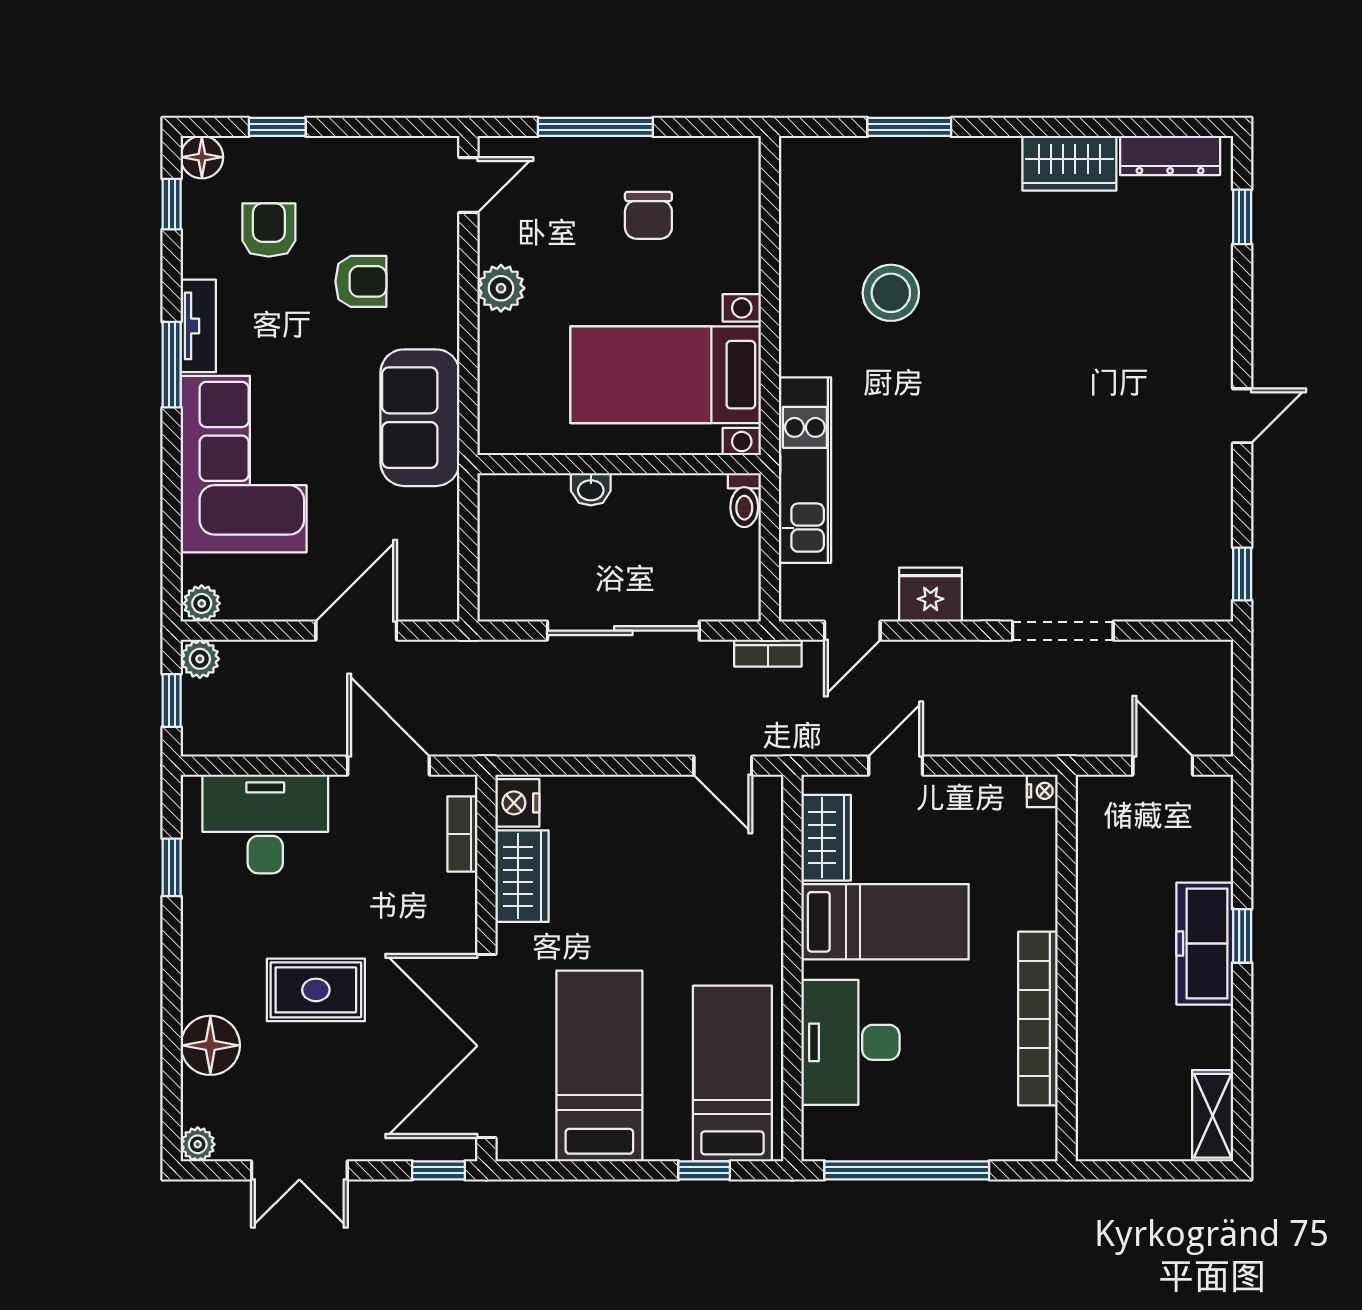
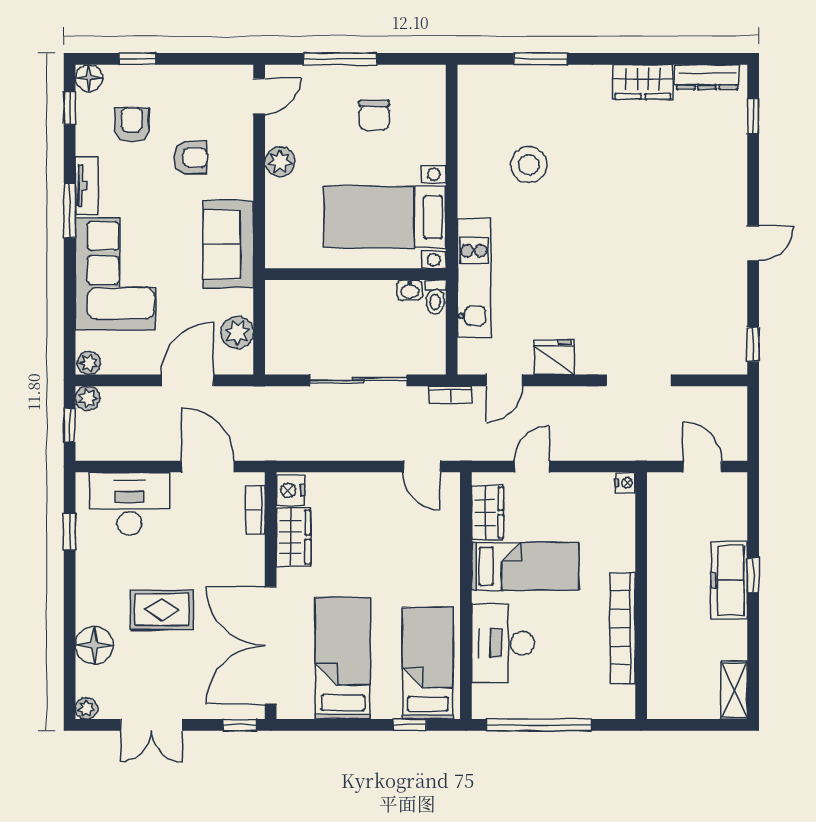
washbasin: (591, 489) -> (410, 290), moved
plant: (434, 555) -> (237, 332), added

